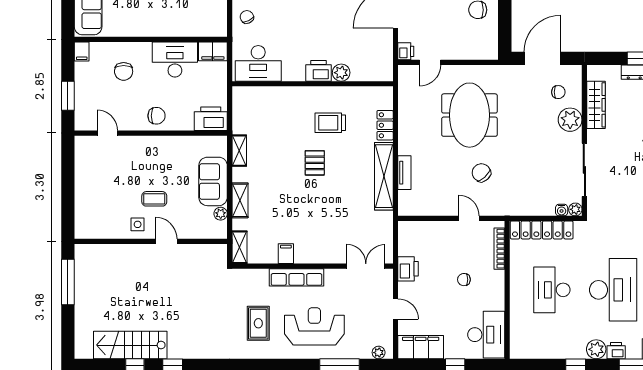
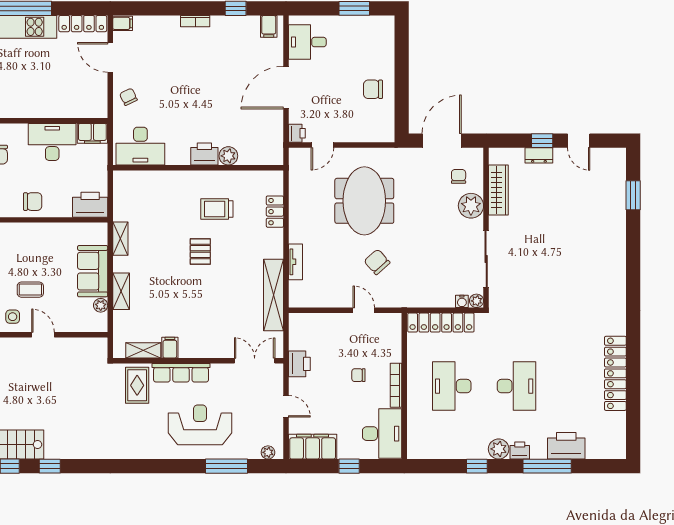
chair: (558, 92) -> (459, 176), turned -90
shelving: (384, 176) -> (274, 295), moved
shelving: (239, 247) -> (143, 350), moved, turned 90
bookcase: (499, 249) -> (396, 385), moved
desk: (613, 290) -> (517, 386), width x0.73, depth x0.77
rug: (258, 323) -> (137, 385), moved

